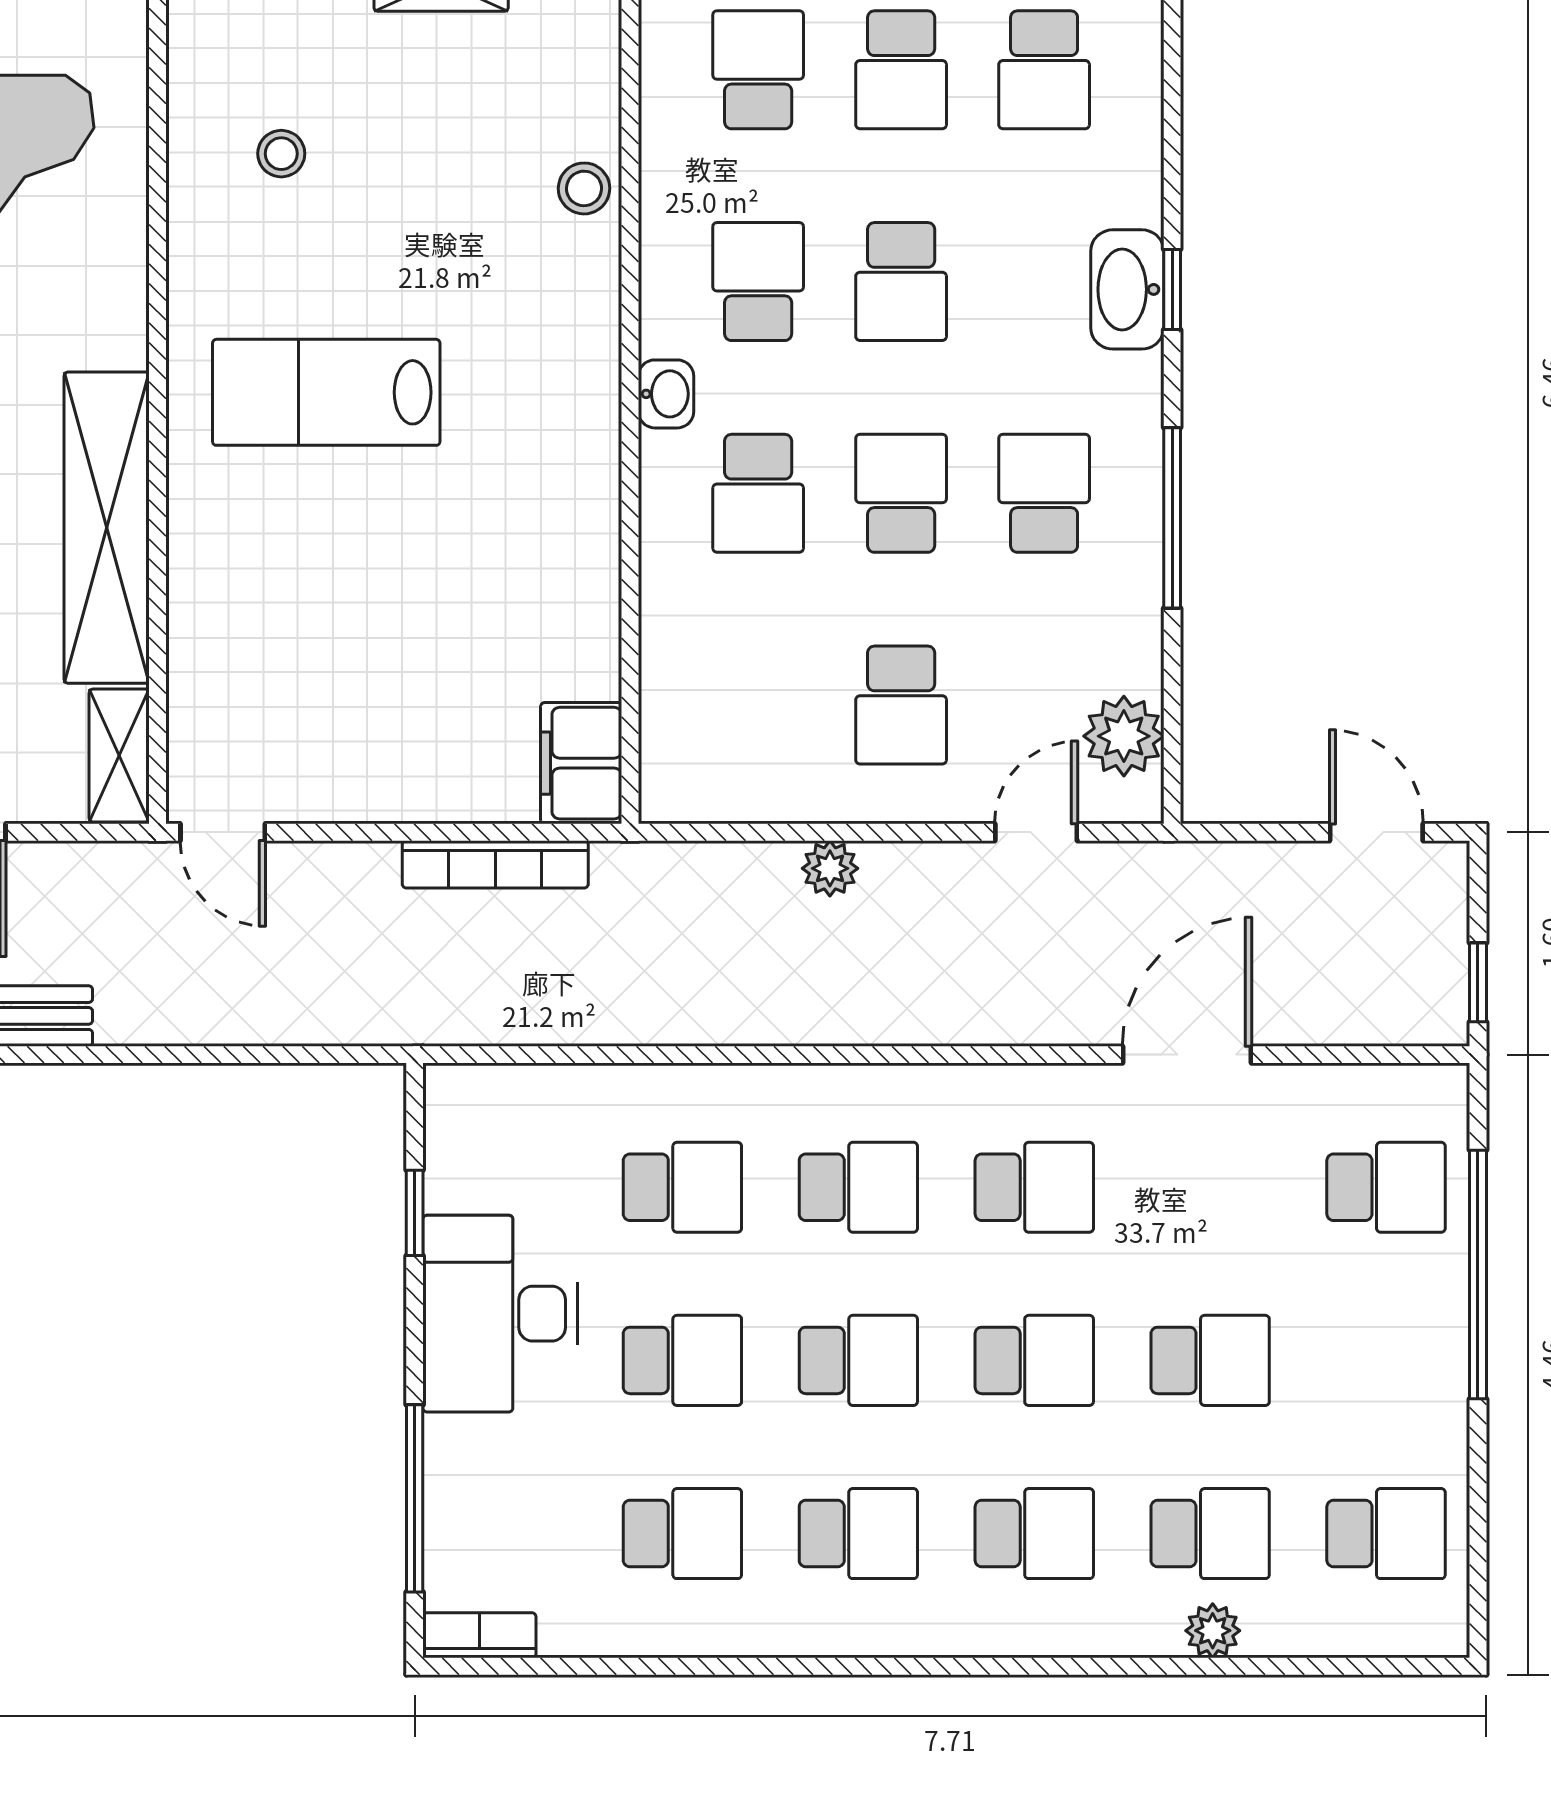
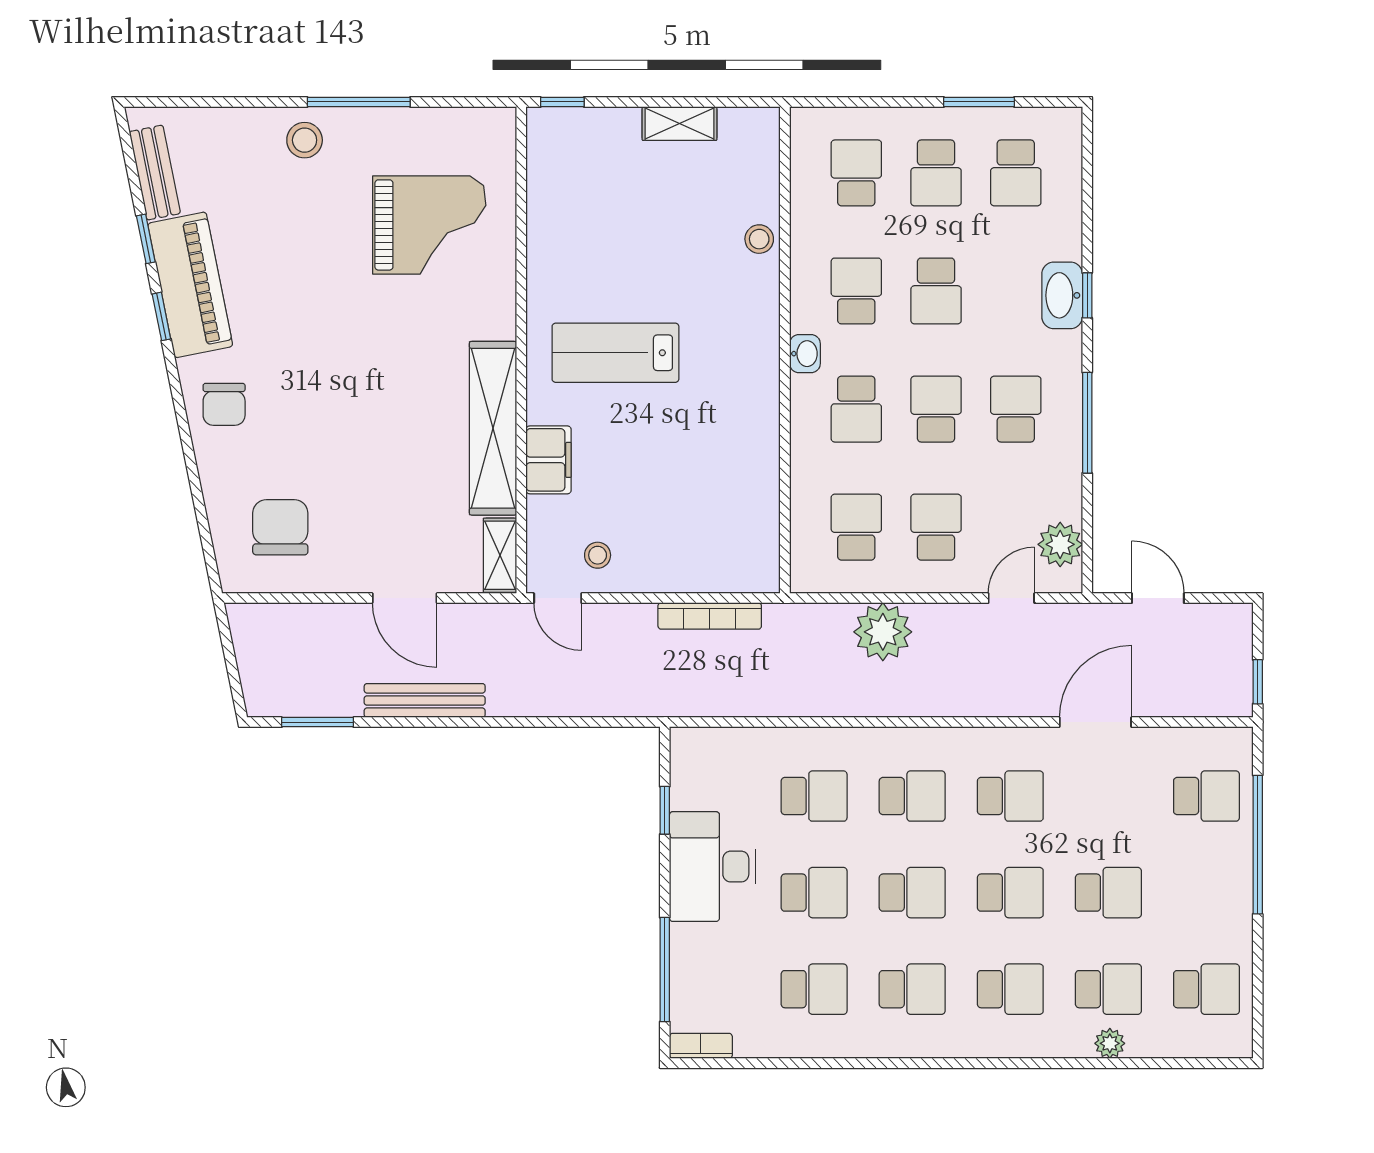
stool: (281, 154) -> (598, 555), moved
school desk: (758, 705) -> (856, 527), added
school desk: (901, 705) -> (936, 527), turned 180
filing cabinet: (581, 763) -> (549, 460), moved, turned 180
door: (1376, 832) -> (1158, 598), moved
plant: (830, 868) -> (883, 632), width x1.88, depth x1.88

